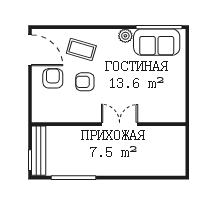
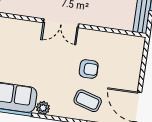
armchair: (53, 78) -> (119, 77), removed

